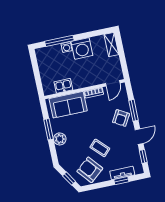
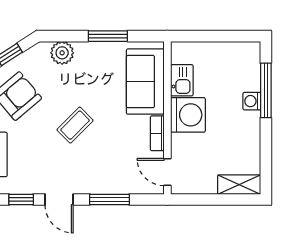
washing machine: (82, 48) -> (188, 115), moved, turned 180
armchair: (121, 118) -> (100, 174), removed
plant: (60, 139) -> (62, 53), moved
coffee table: (100, 148) -> (75, 125), moved

